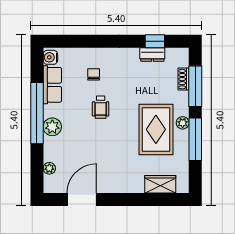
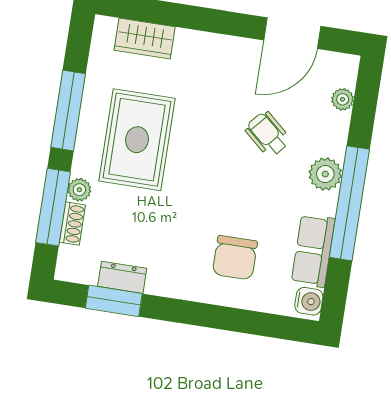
window: (155, 41) -> (114, 301), width x1.50
chair: (94, 74) -> (235, 258), width x1.87, depth x1.87
wheelchair: (101, 107) -> (268, 134), moved, turned -49
plant: (183, 123) -> (79, 190), moved

